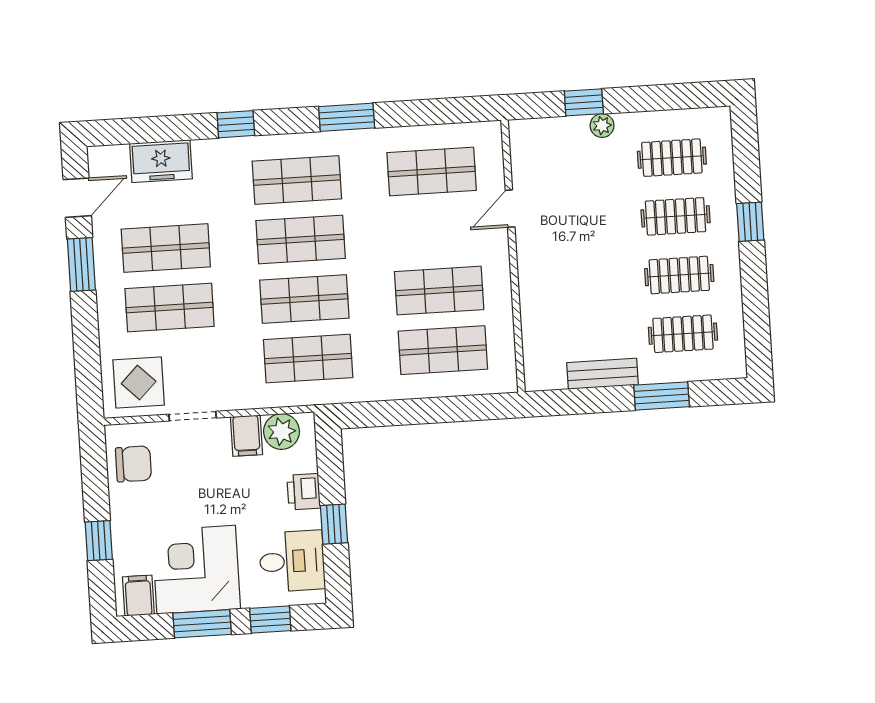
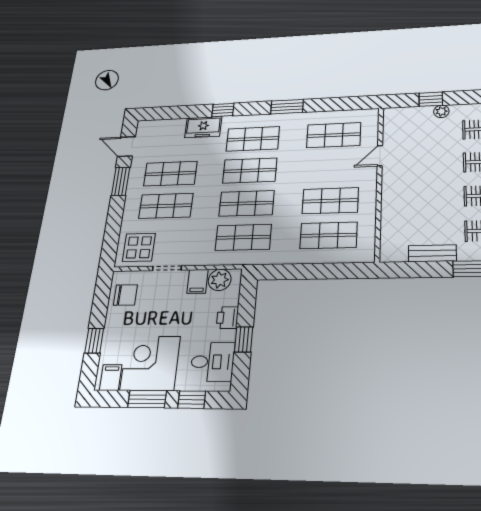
freezer: (161, 161) -> (203, 127), moved
door: (77, 198) -> (126, 147), swing flipped

